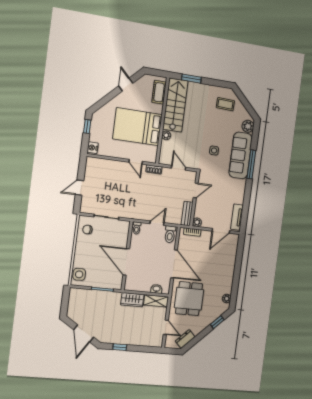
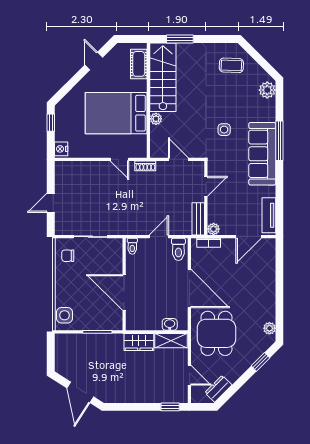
sofa: (241, 155) -> (262, 154), moved
window: (120, 347) -> (170, 407), moved

